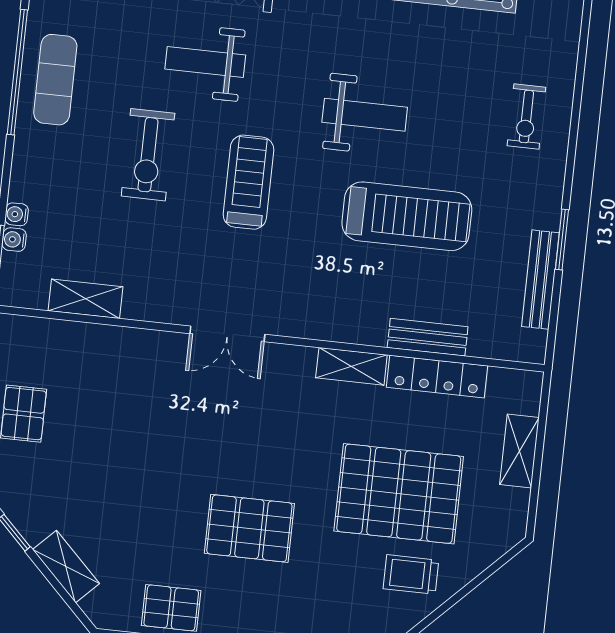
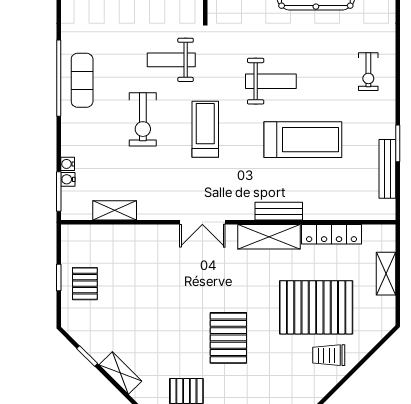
bench: (428, 337) -> (279, 211), moved
shelving: (351, 366) -> (269, 237), width x1.50, depth x1.33
pallet: (249, 528) -> (228, 338), turned 90

